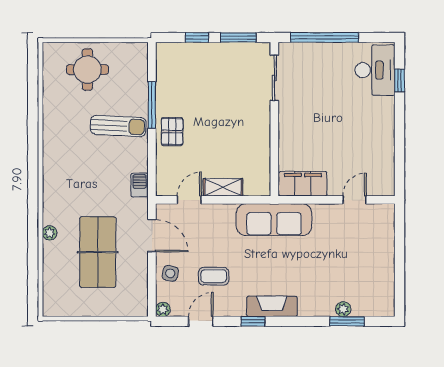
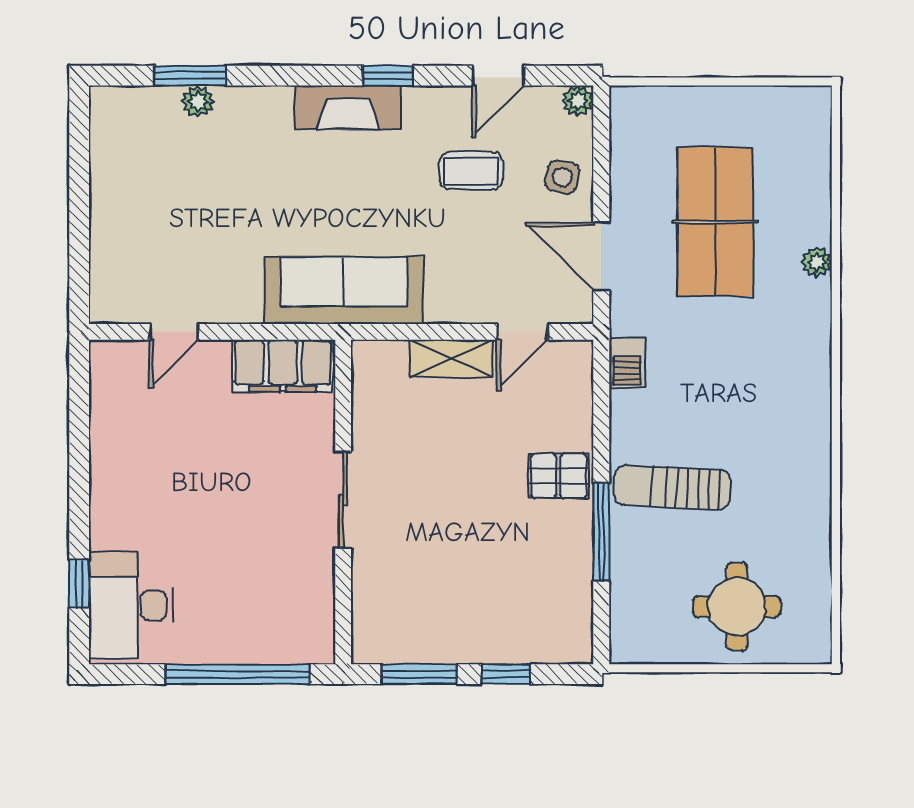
sliding door: (274, 78) -> (343, 500), moved
pallet: (172, 132) -> (559, 476), turned 90

